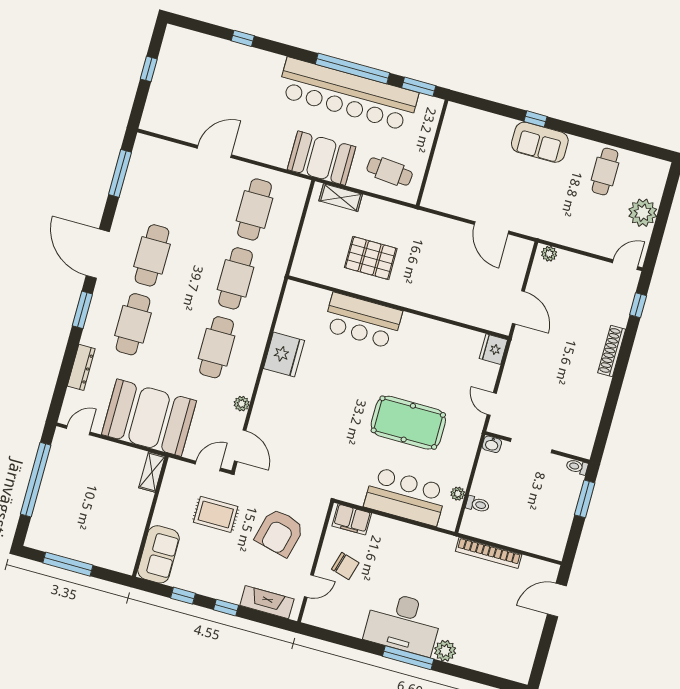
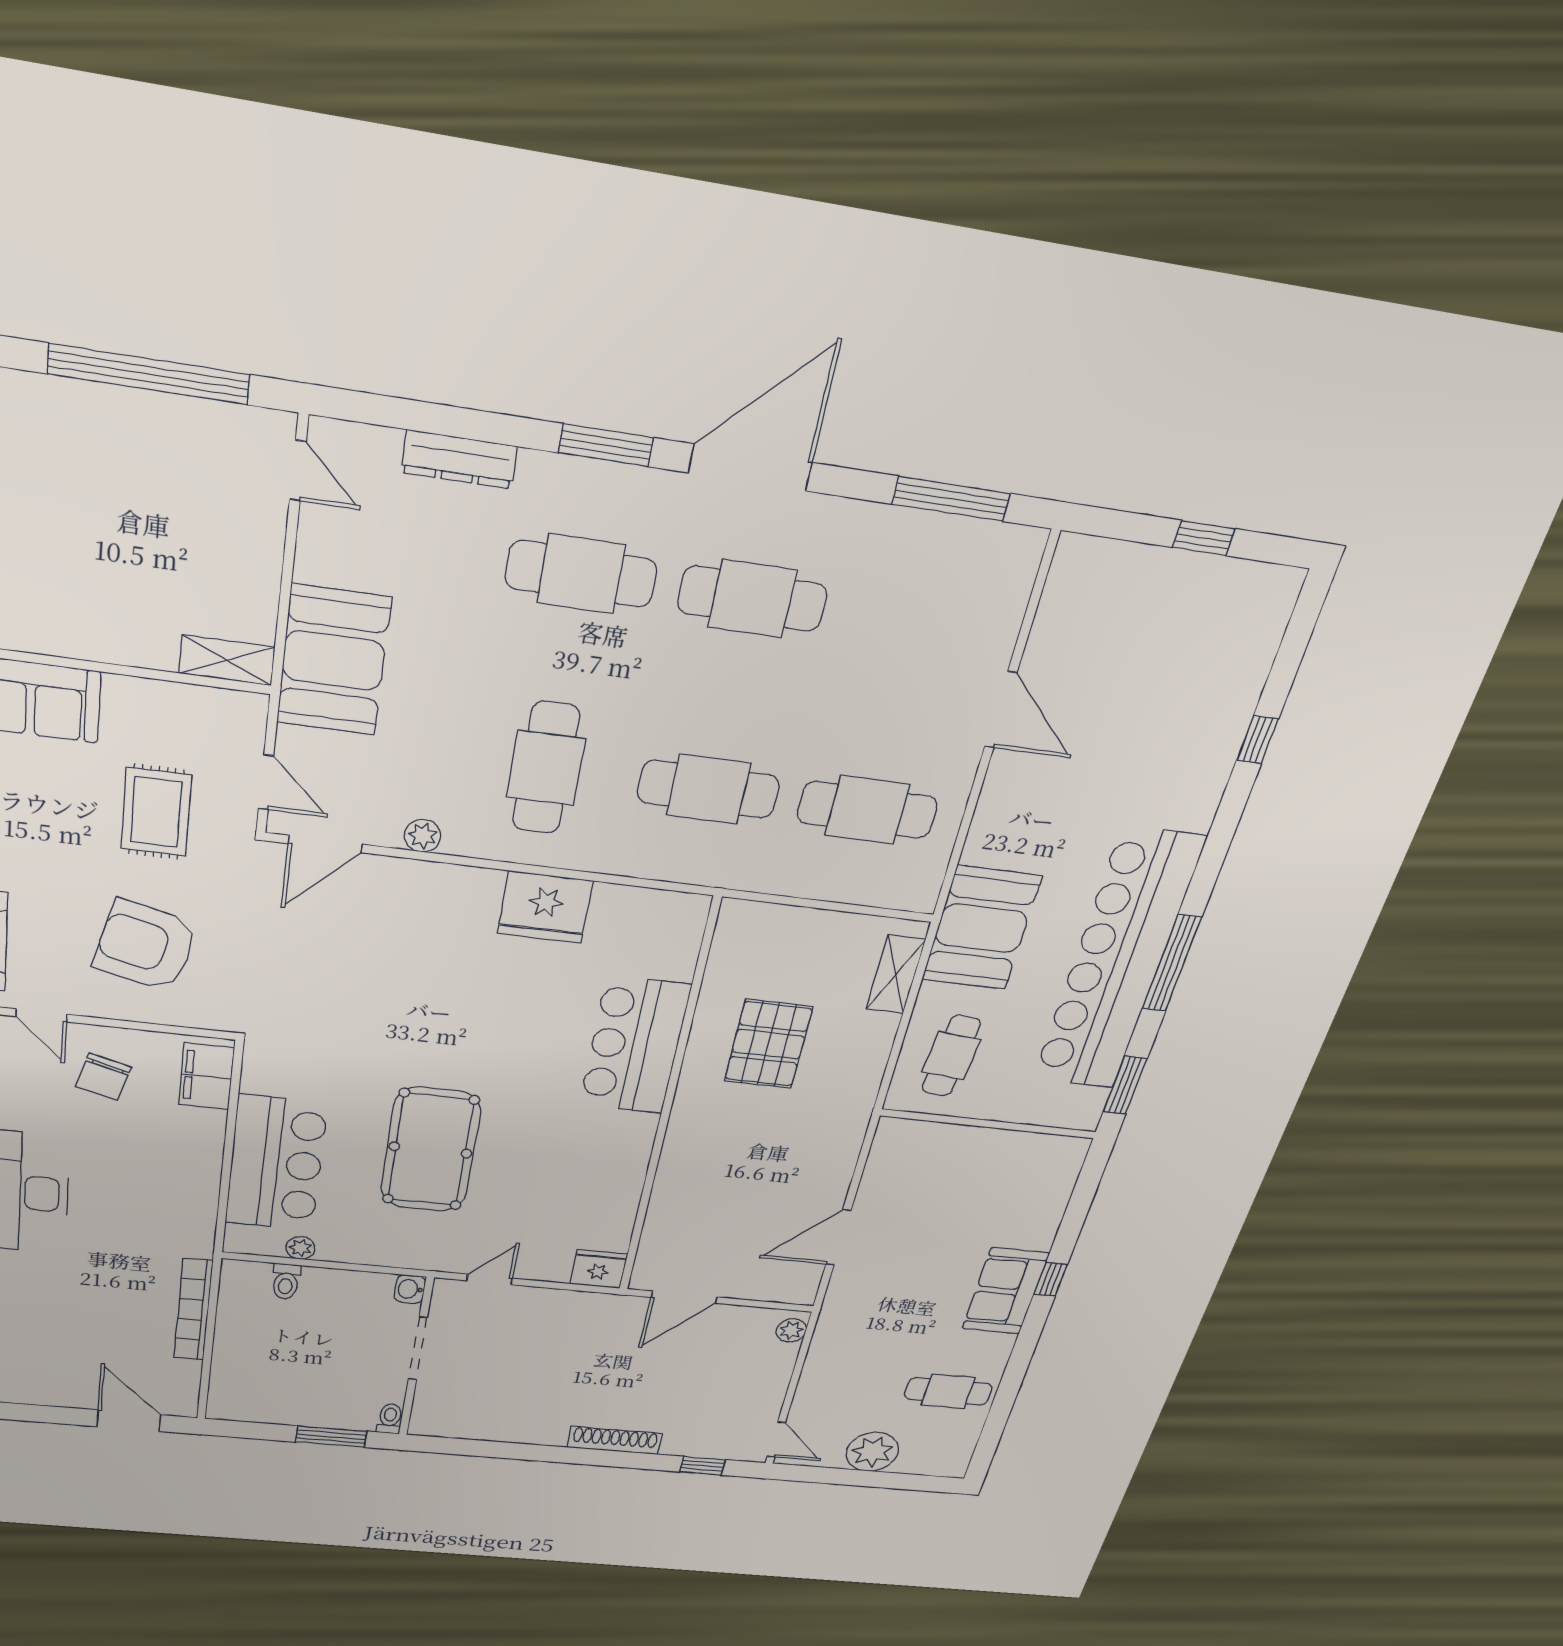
window: (352, 68) -> (1172, 963), width x0.68
cafe table: (217, 347) -> (546, 768), turned 90
booth: (149, 418) -> (334, 660), width x0.73, depth x0.70

